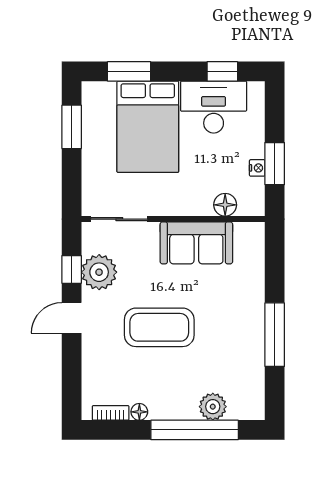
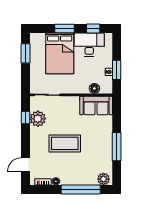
window: (129, 71) -> (64, 29), moved
sofa: (196, 243) -> (96, 106), moved
door: (72, 318) -> (26, 165), moved
plant: (213, 407) -> (103, 179), moved

